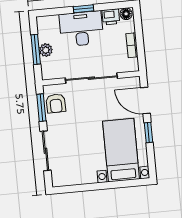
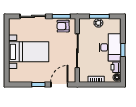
bed with nightstands: (121, 150) -> (29, 52), moved

